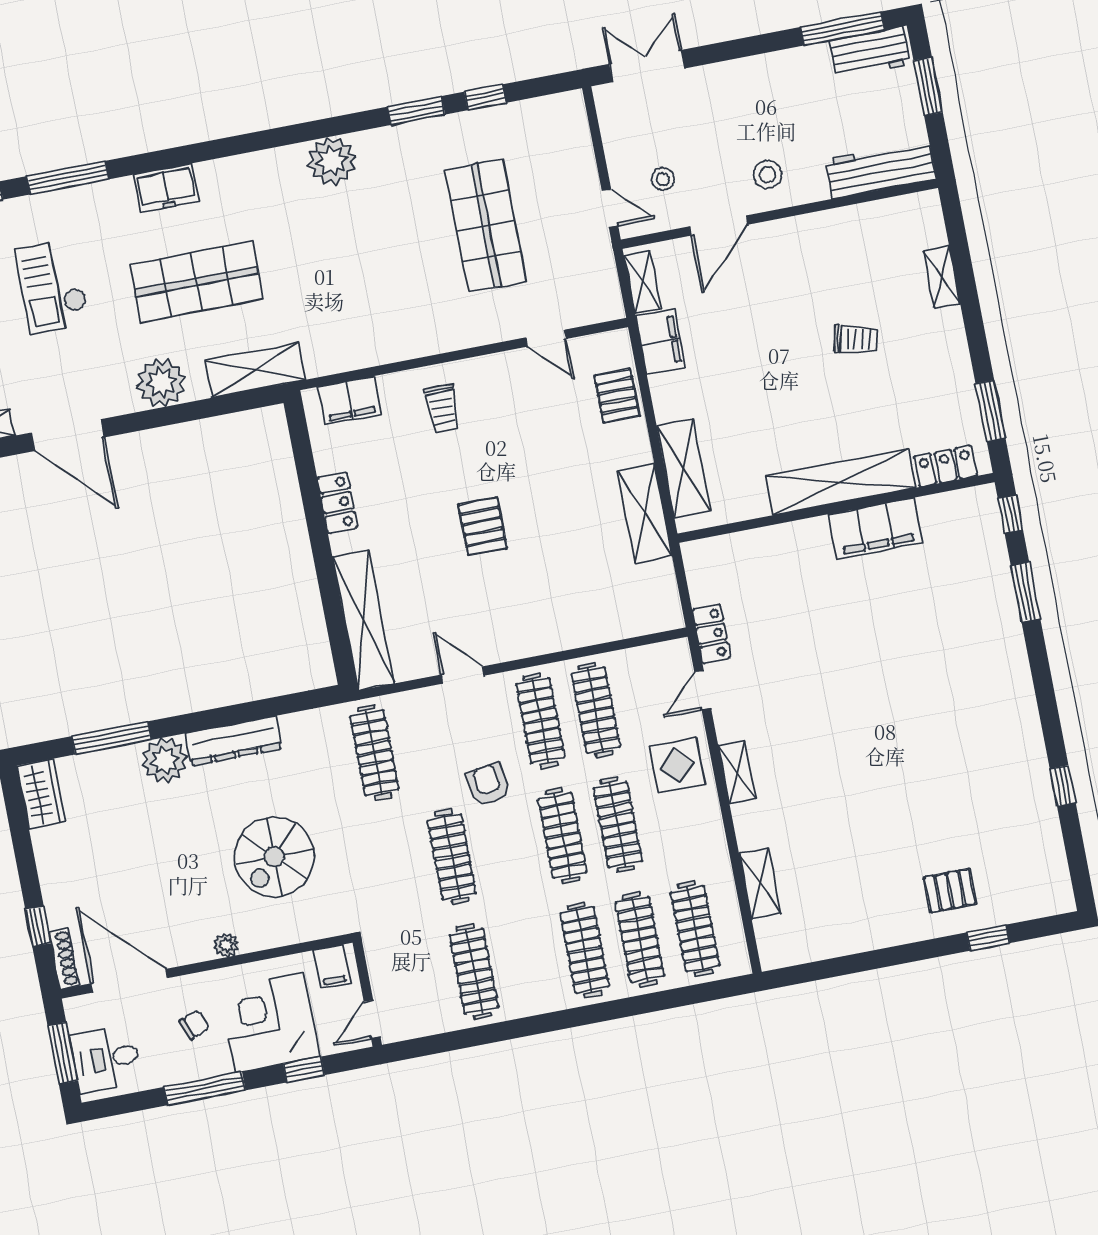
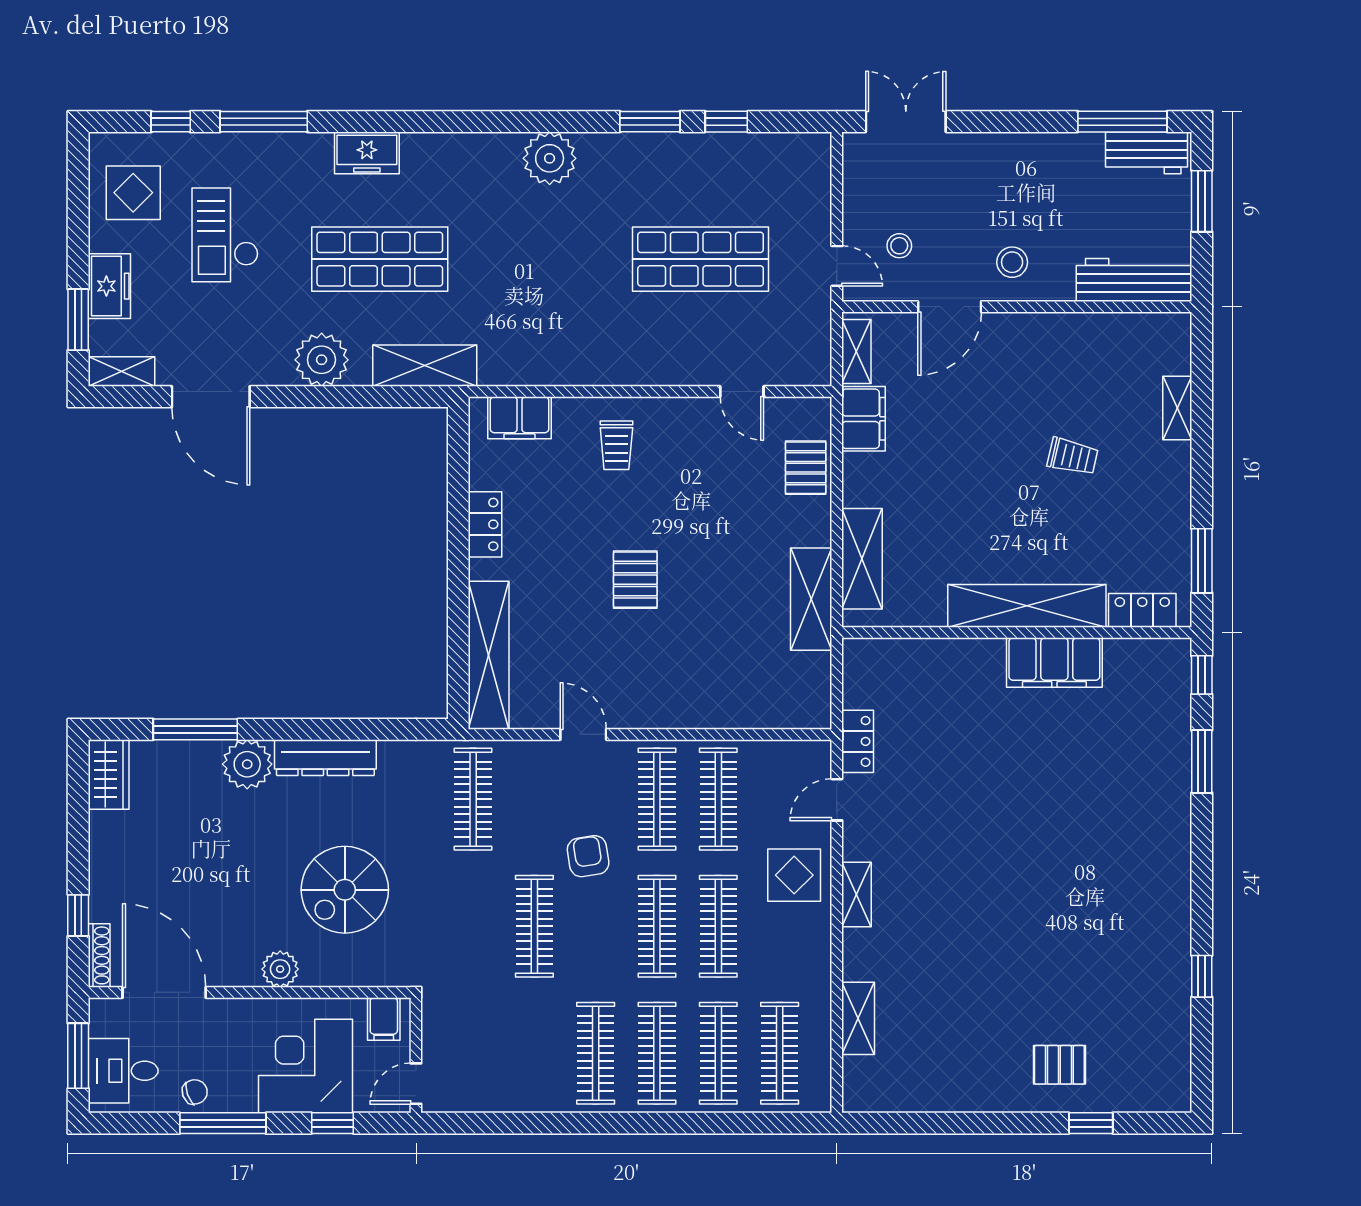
shop shelf: (486, 226) -> (701, 259), turned 90
plant: (226, 945) -> (280, 969), width x1.38, depth x1.38
clothes rail: (474, 971) -> (596, 1053), moved
chair: (194, 1025) -> (195, 1092), moved

